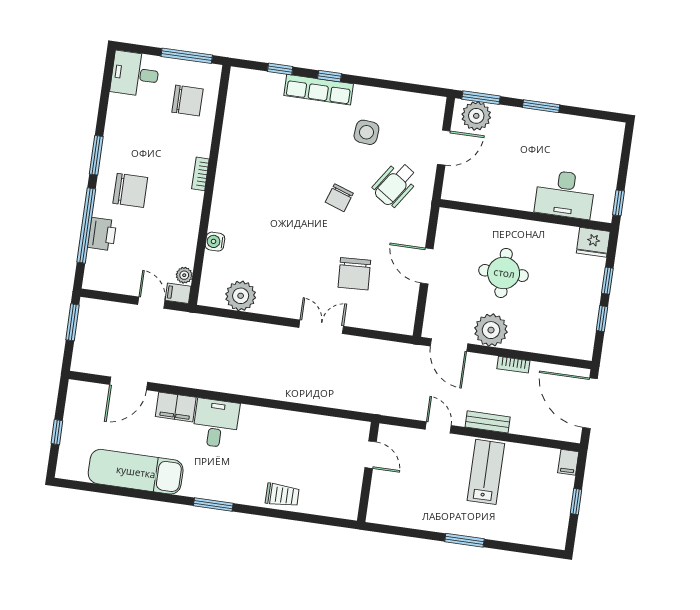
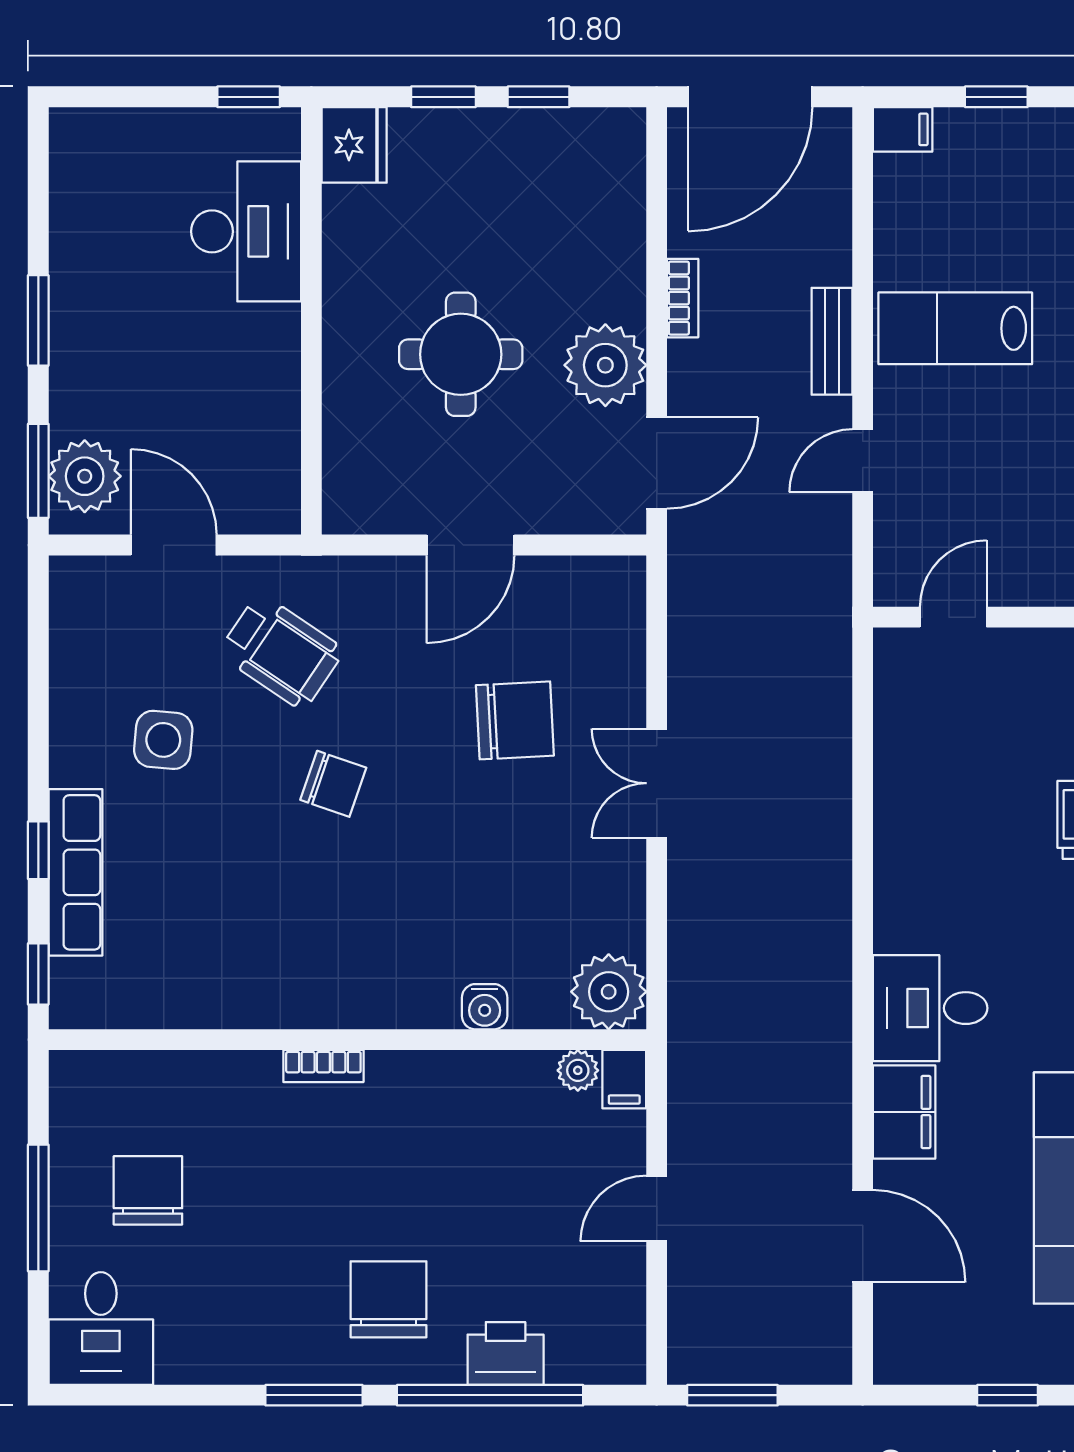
bookcase: (200, 174) -> (323, 1066), moved
wall: (210, 185) -> (347, 1040), moved
water cooler: (215, 242) -> (485, 1007), moved
plant: (184, 275) -> (578, 1070), moved
filing cabinet: (178, 293) -> (624, 1079), moved

